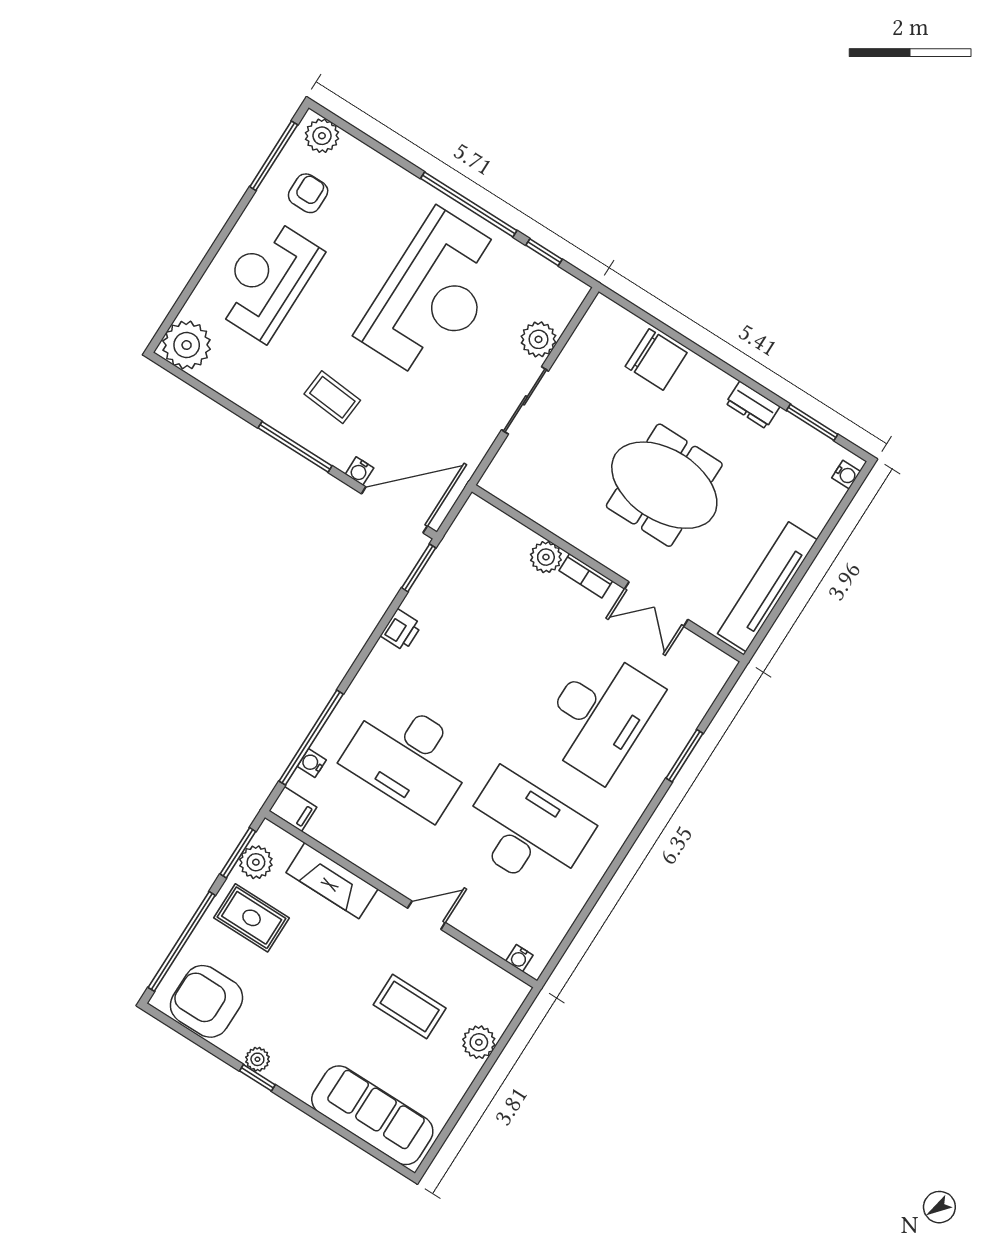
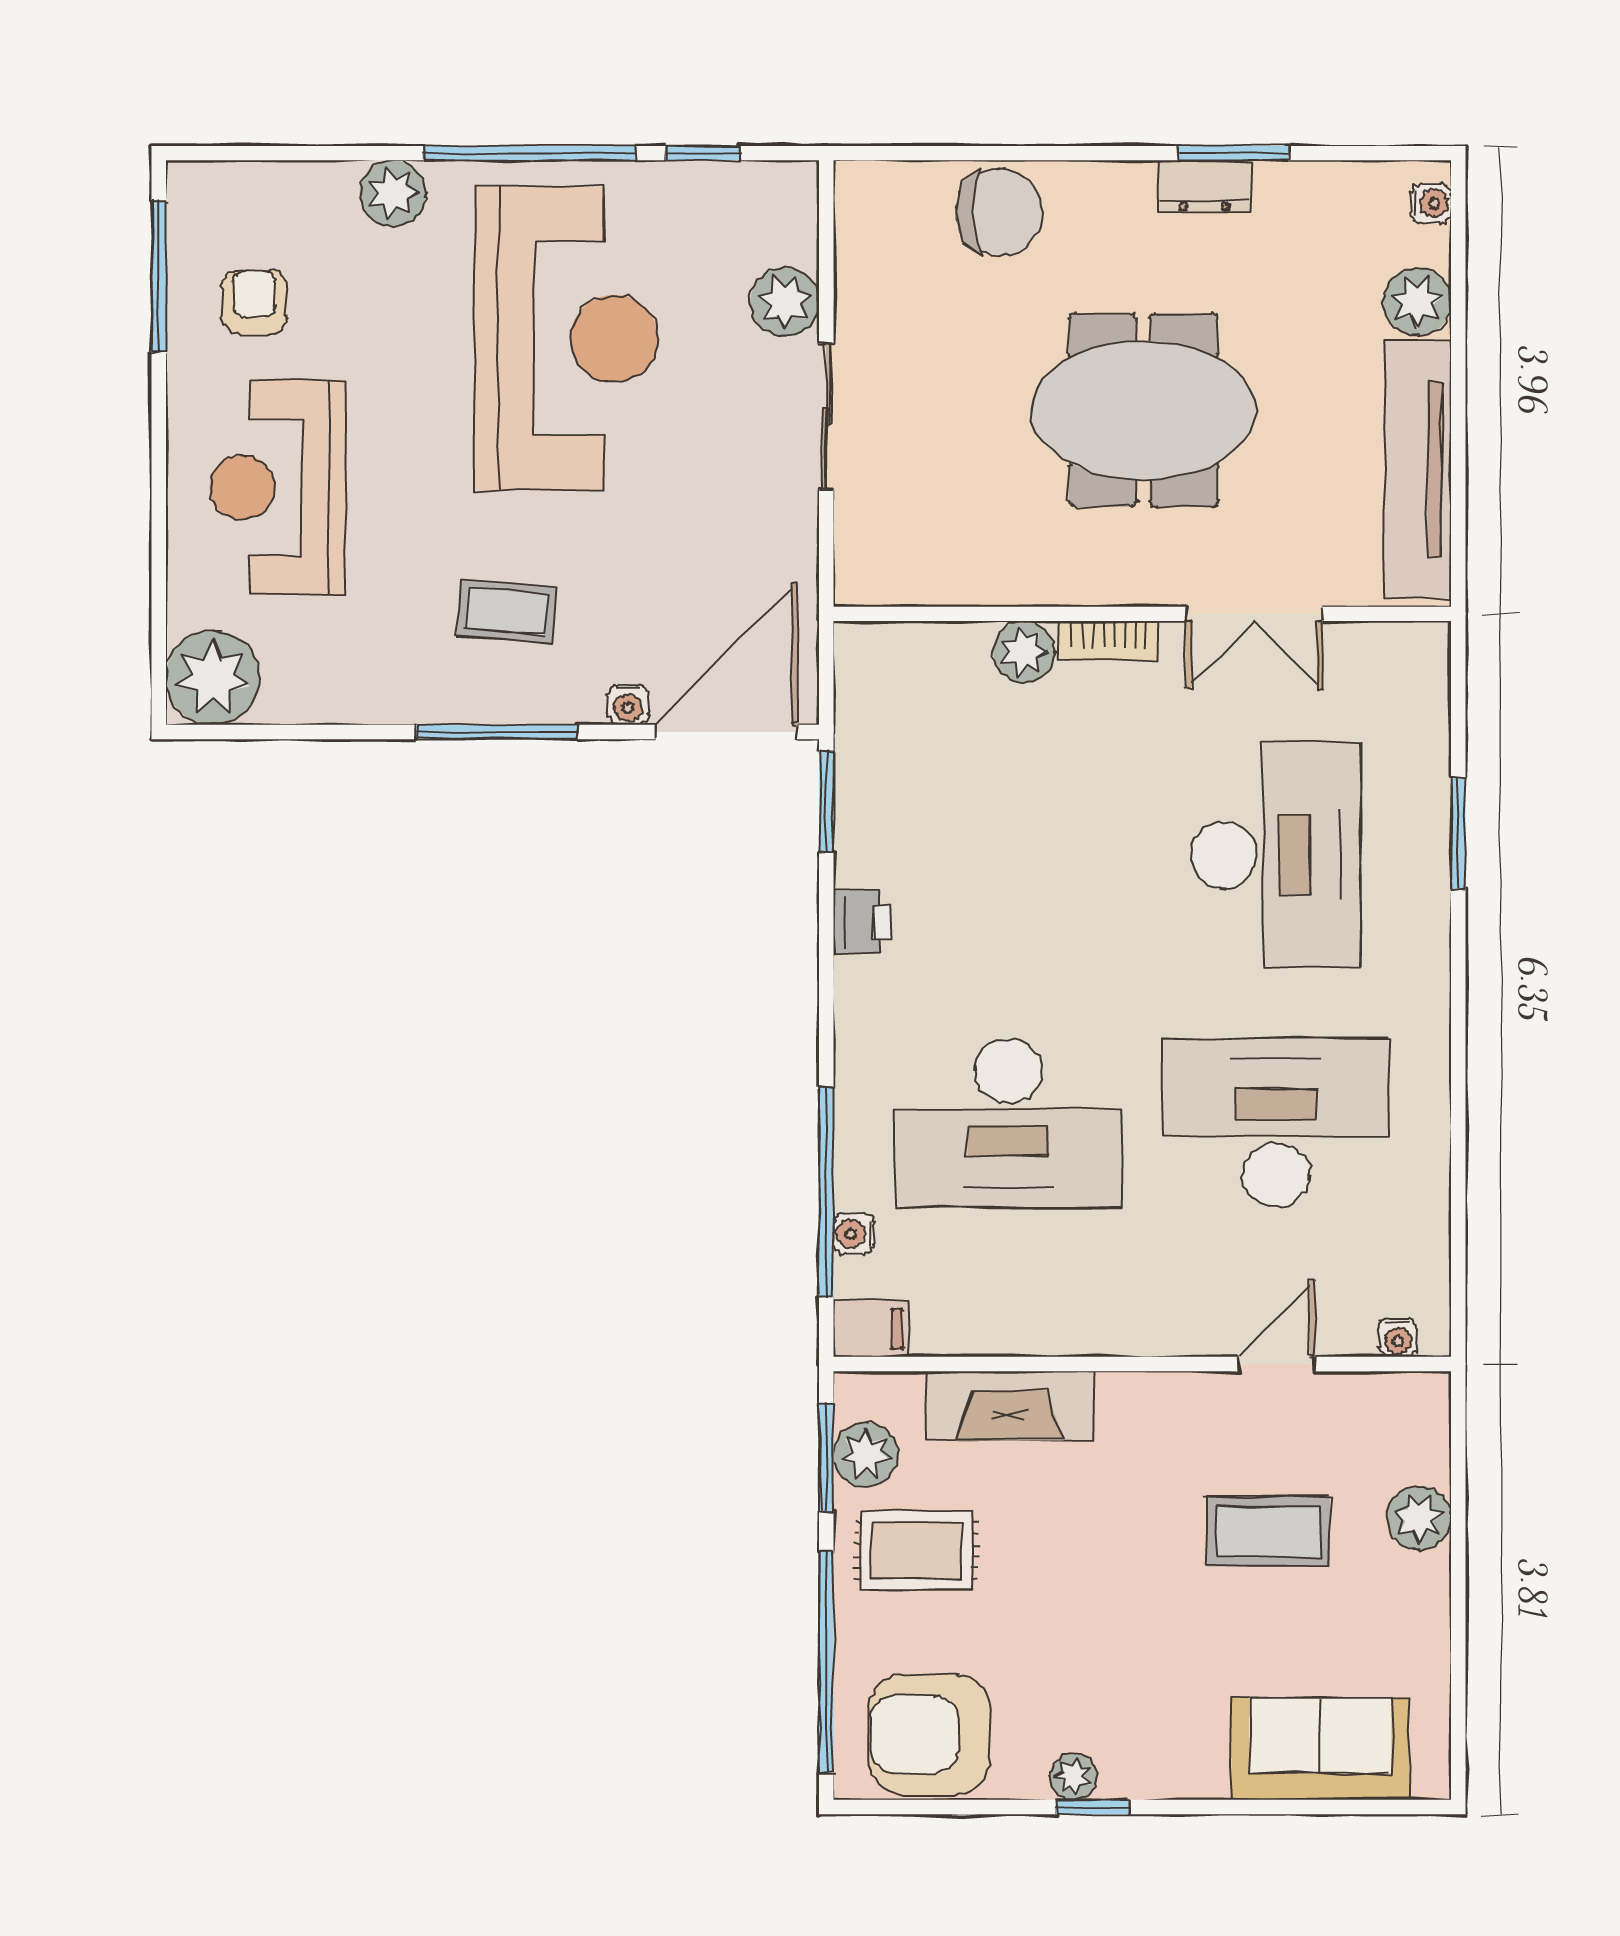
plant: (322, 136) -> (393, 193), moved
window: (812, 422) -> (1234, 153), moved
plant: (813, 514) -> (1417, 302), added
door: (426, 915) -> (1276, 1364), moved
sofa: (372, 1115) -> (1320, 1749), width x0.73

